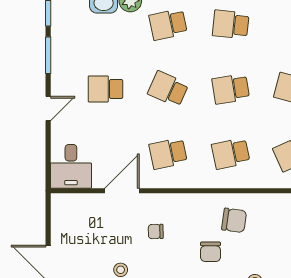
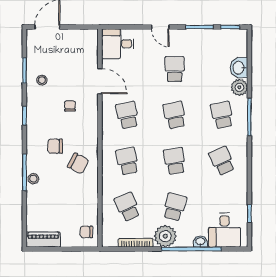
school desk: (231, 24) -> (222, 161), turned -30
school desk: (168, 89) -> (175, 115), turned -36
chair: (234, 220) -> (78, 163), turned -70

